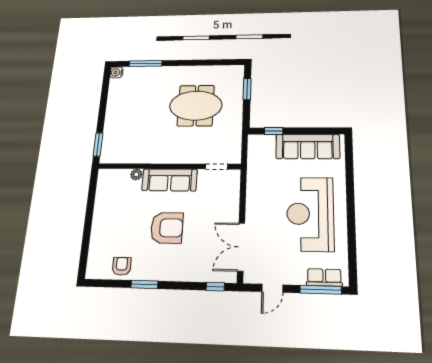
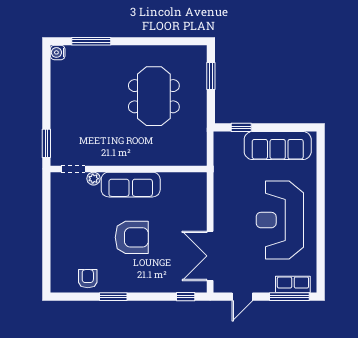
meeting table: (196, 106) -> (154, 96), turned 90
doorway: (217, 167) -> (73, 169), moved

